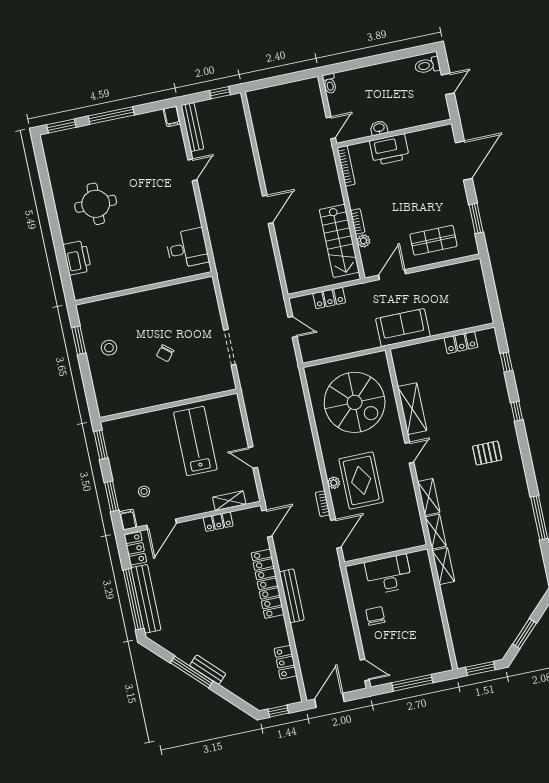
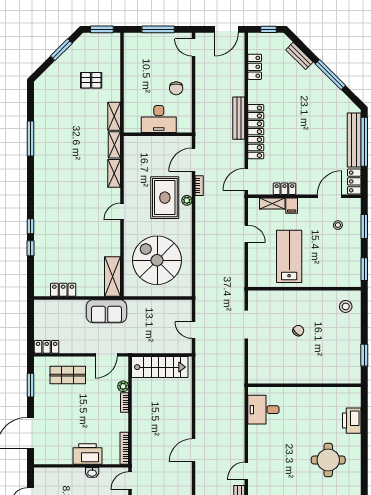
door: (268, 209) -> (193, 450), moved
stairs: (339, 241) -> (160, 367), moved, turned 90
locker: (329, 298) -> (47, 347), moved
stool: (109, 348) -> (346, 306), moved
window: (506, 362) -> (31, 248), moved
shelving: (412, 409) -> (113, 277), moved
lab bench: (195, 441) -> (289, 256), turned 180
pallet: (487, 453) -> (91, 80), moved
filing cabinet: (128, 519) -> (292, 206), moved
bench: (208, 670) -> (299, 56), moved

